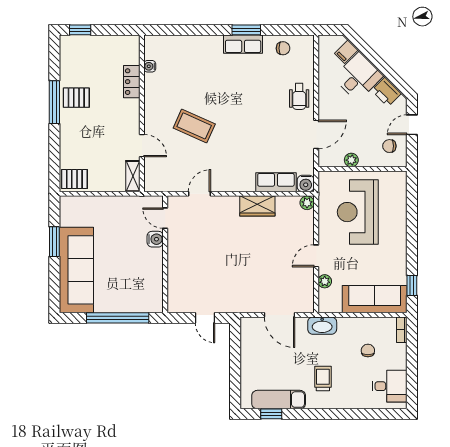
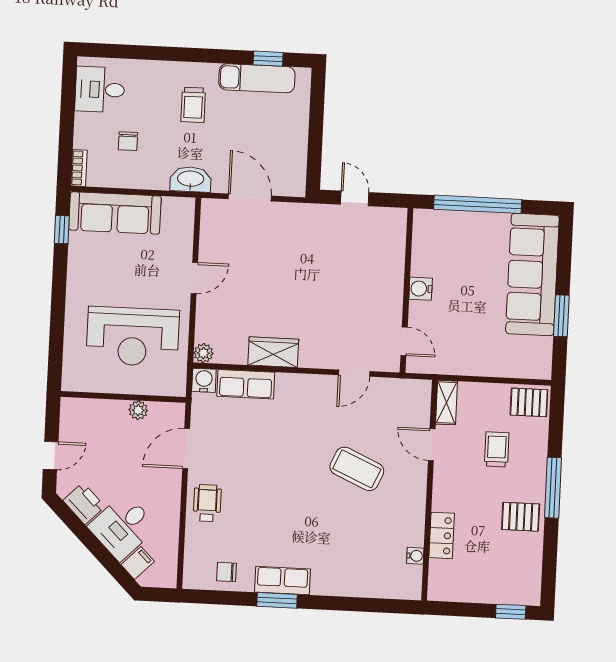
window: (54, 102) -> (553, 488), moved
trolley: (96, 145) -> (497, 449), added
chair: (389, 146) -> (84, 427), removed
reception desk: (358, 212) -> (133, 337), turned 90
water cooler: (155, 239) -> (421, 289), moved
plant: (325, 281) -> (184, 241), removed

